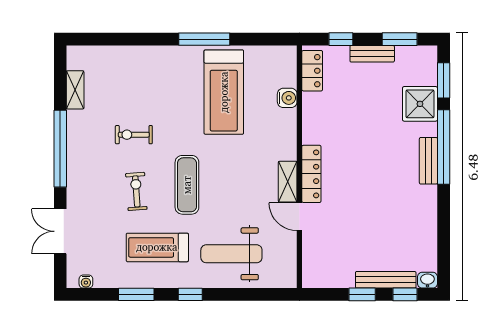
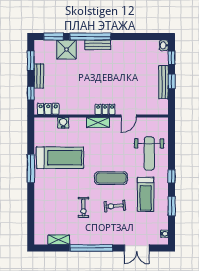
locker: (311, 174) -> (105, 109), width x0.66
shelving: (288, 182) -> (98, 122), moved
bench: (386, 280) -> (163, 82), moved

